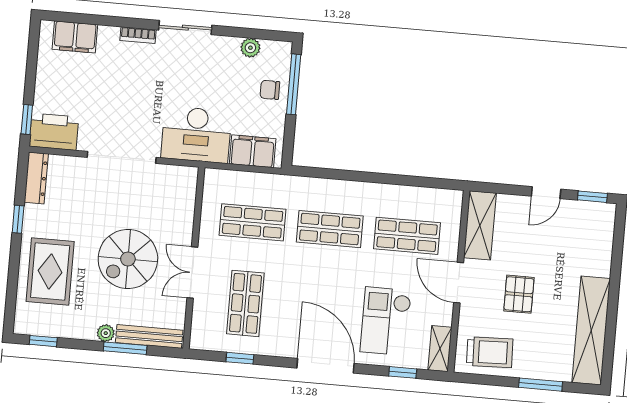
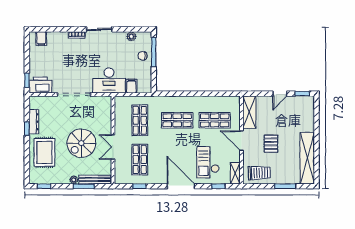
filing cabinet: (75, 37) -> (41, 39), width x0.50
filing cabinet: (253, 151) -> (131, 86), width x0.50
dresser: (36, 178) -> (34, 122), moved
shop shelf: (253, 222) -> (140, 120), turned 90

